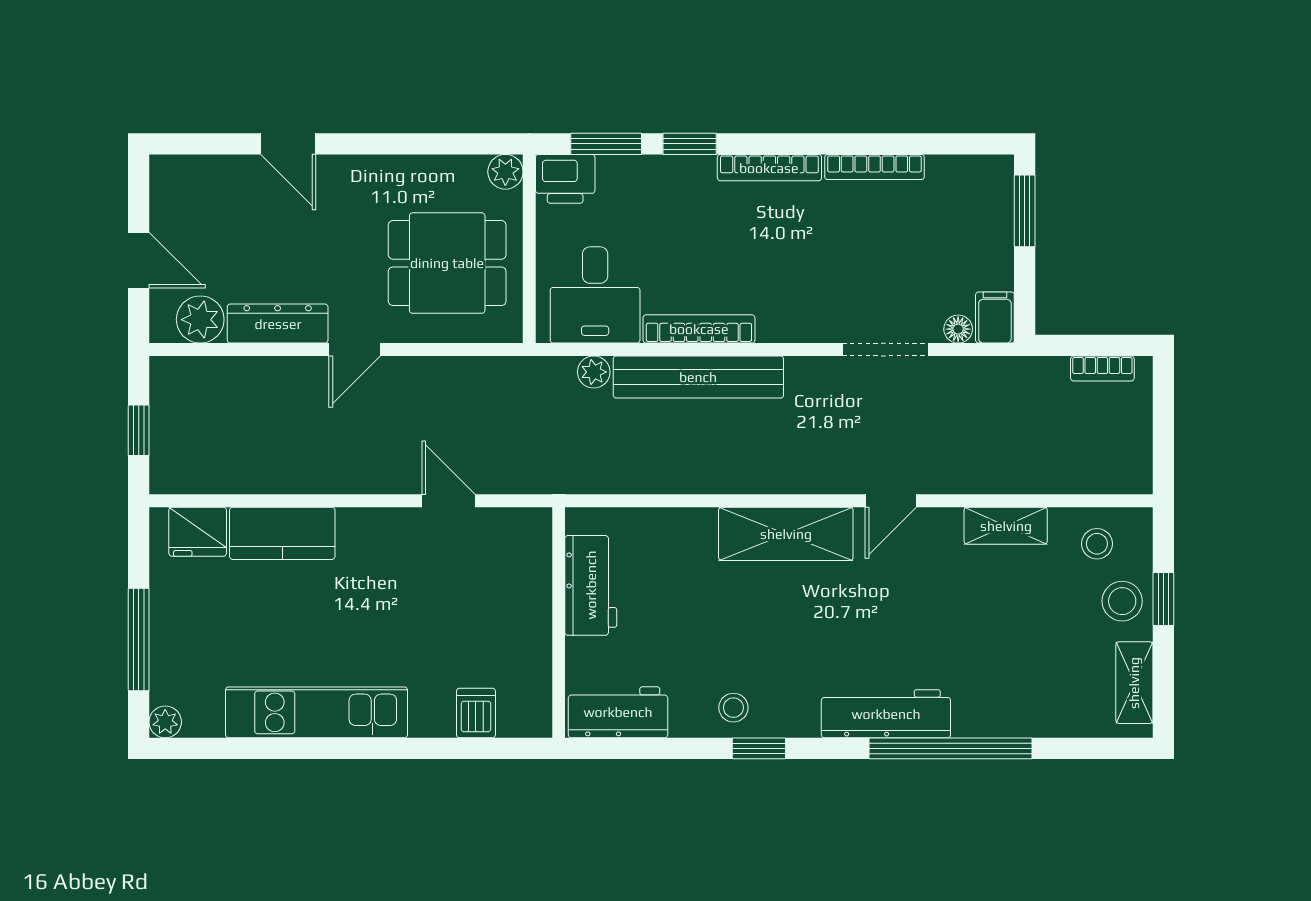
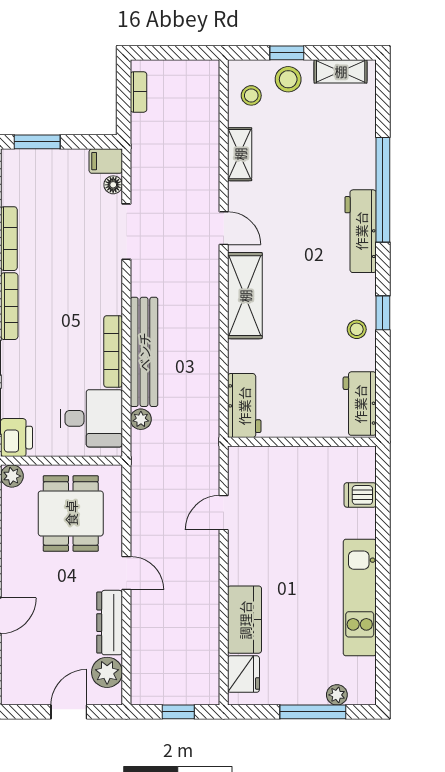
workbench: (591, 585) -> (244, 406), moved, turned 90
plant: (165, 722) -> (337, 695), moved

